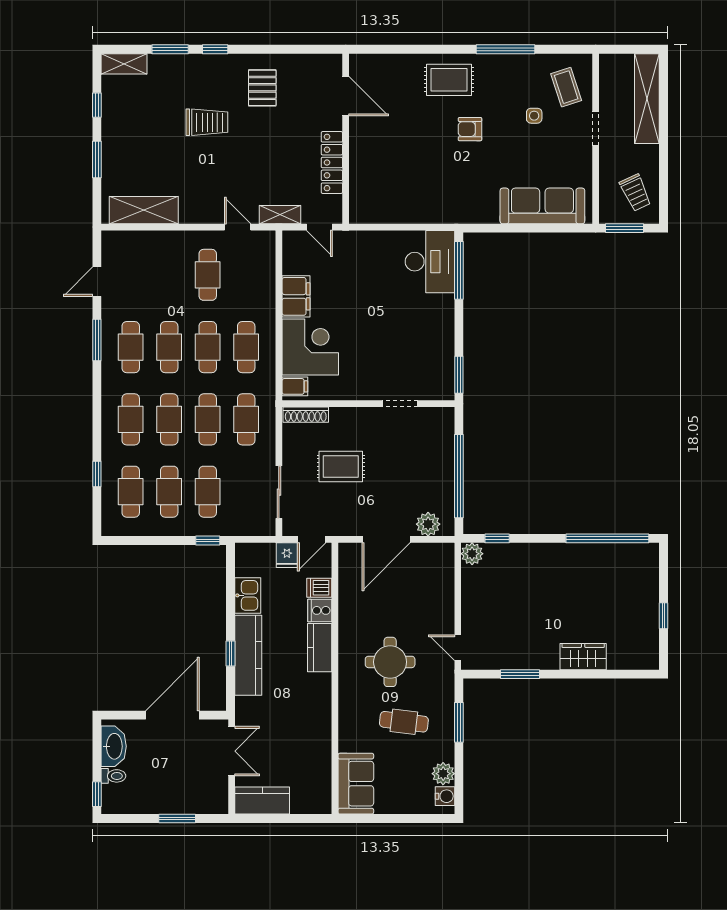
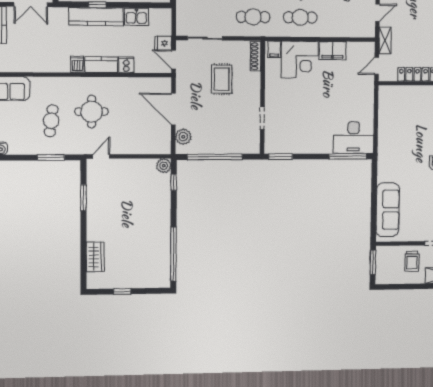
trolley: (635, 193) -> (412, 261), moved, turned -65
dishwasher: (319, 588) -> (77, 64), moved
wardrobe: (583, 657) -> (95, 257), moved
plant: (443, 774) -> (16, 147), removed

